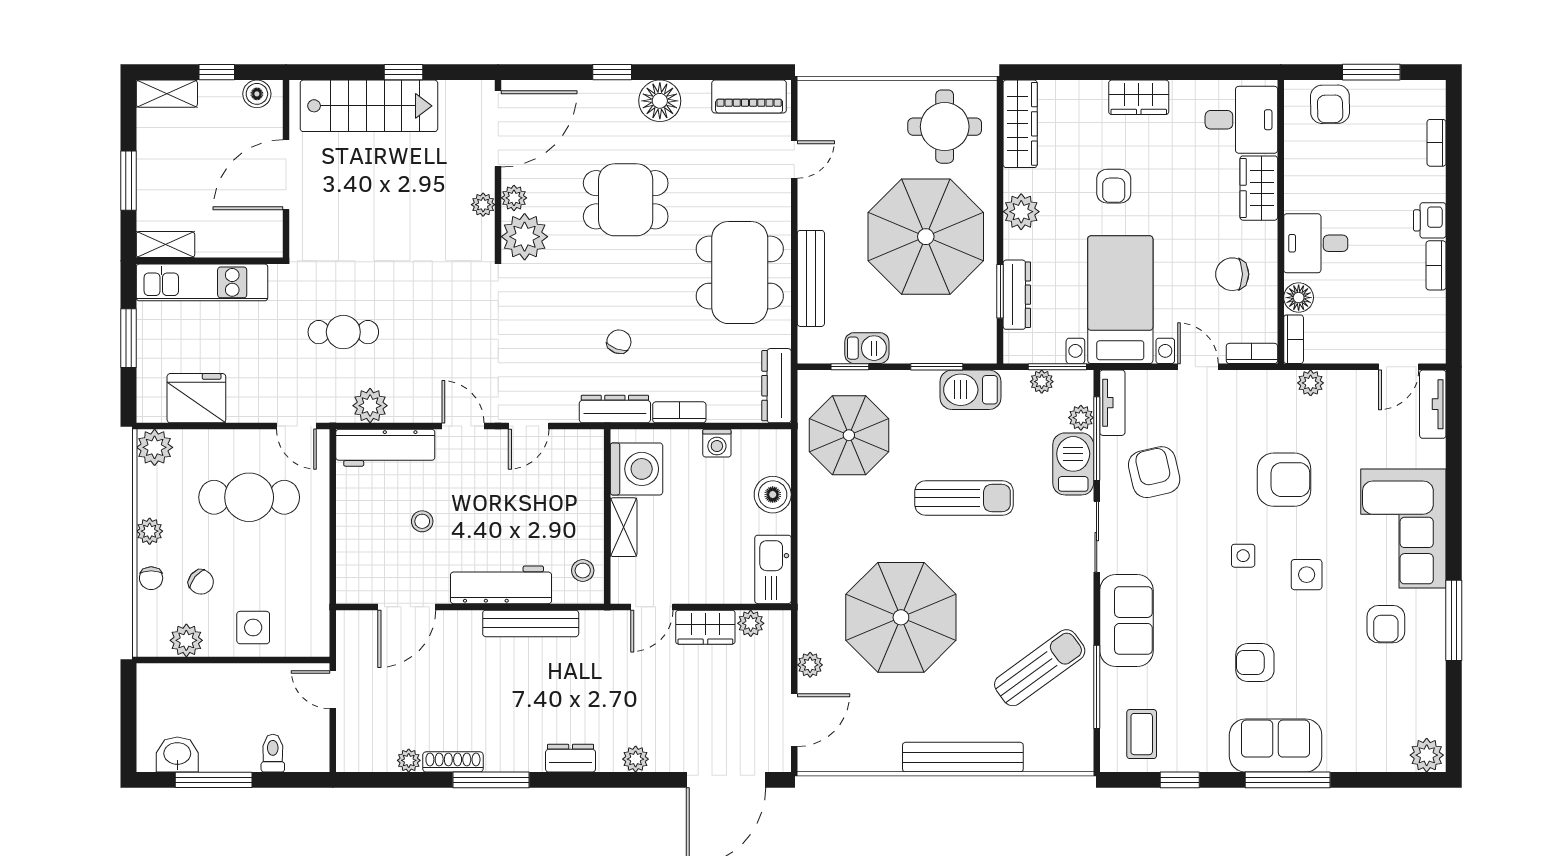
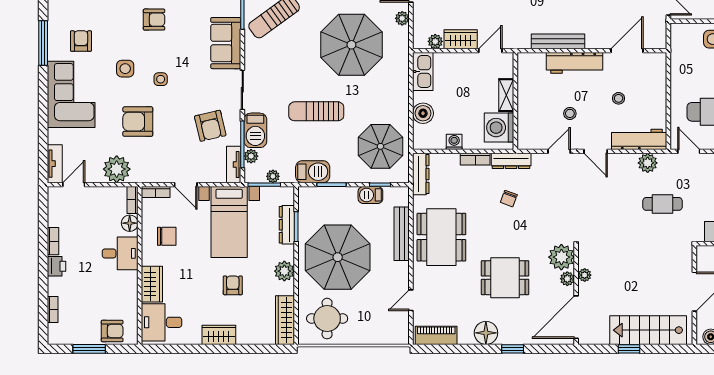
armchair: (1330, 104) -> (112, 331), turned 91
plant: (1311, 383) -> (117, 169), width x1.88, depth x1.88
stool: (583, 571) -> (570, 113), moved

